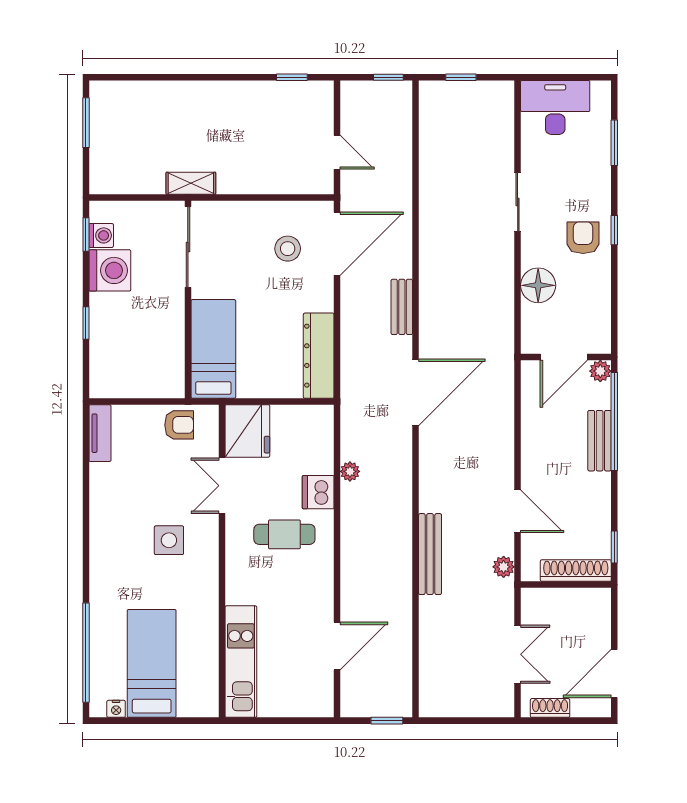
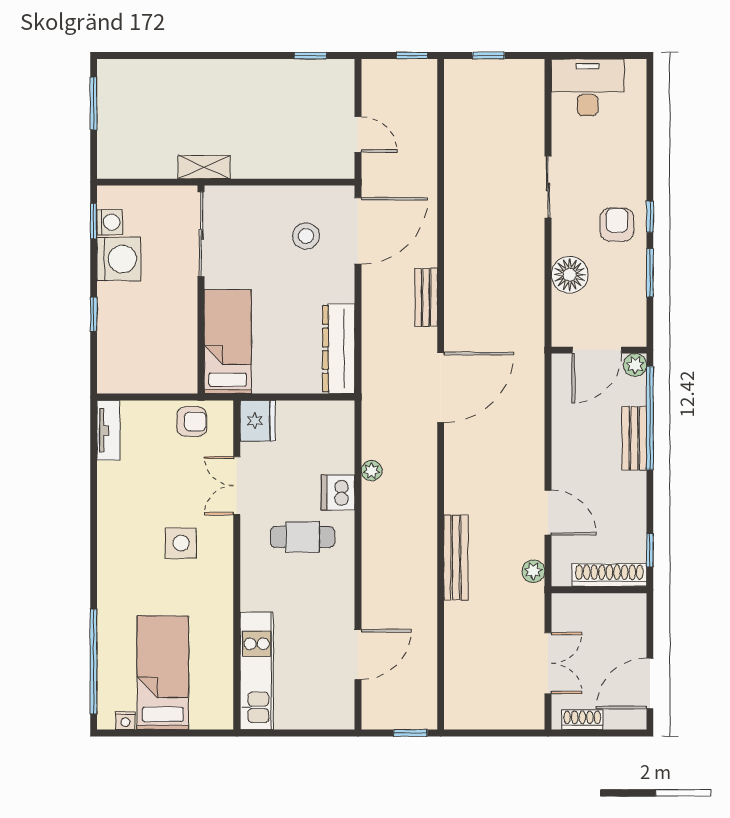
window: (614, 143) -> (650, 273), moved
fridge: (247, 431) -> (258, 421), width x0.73, depth x0.75

